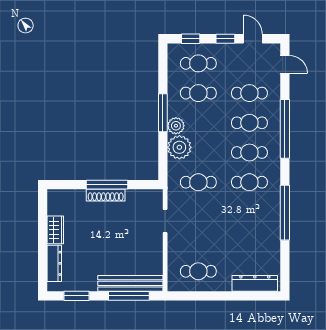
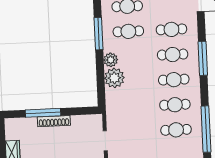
window: (163, 113) -> (98, 34), moved
window: (285, 129) -> (203, 58), width x0.68
cafe table: (198, 182) -> (176, 130), moved
window: (107, 185) -> (43, 113), moved

